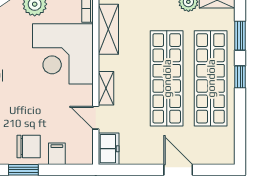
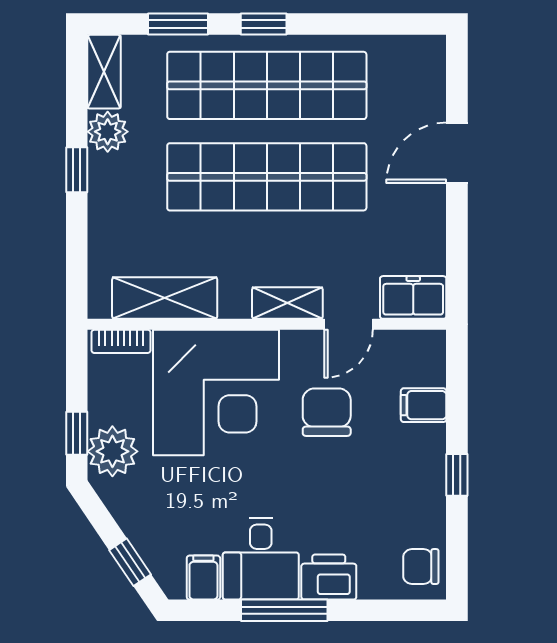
chair: (29, 147) -> (327, 412), moved
window: (23, 170) -> (457, 475), width x0.67

